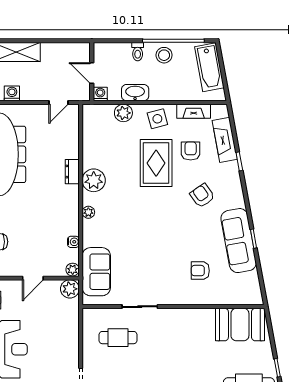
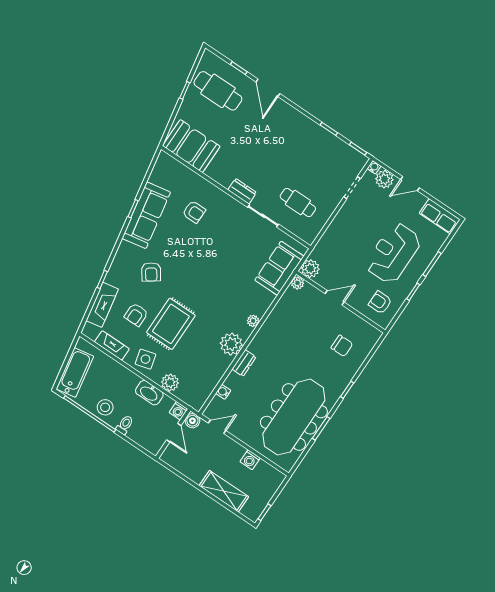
boiler: (83, 94) -> (192, 421), added
water cooler: (73, 242) -> (223, 392), moved
dresser: (171, 315) -> (242, 191), added

